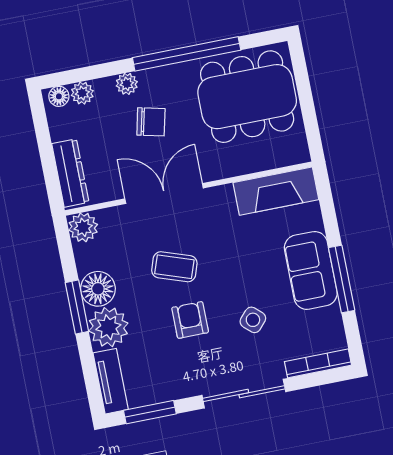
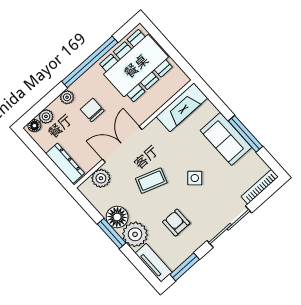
chair: (151, 122) -> (92, 110), turned -103
plant: (83, 227) -> (101, 178), moved
armchair: (190, 320) -> (176, 223), moved
side table: (253, 320) -> (195, 178), moved

